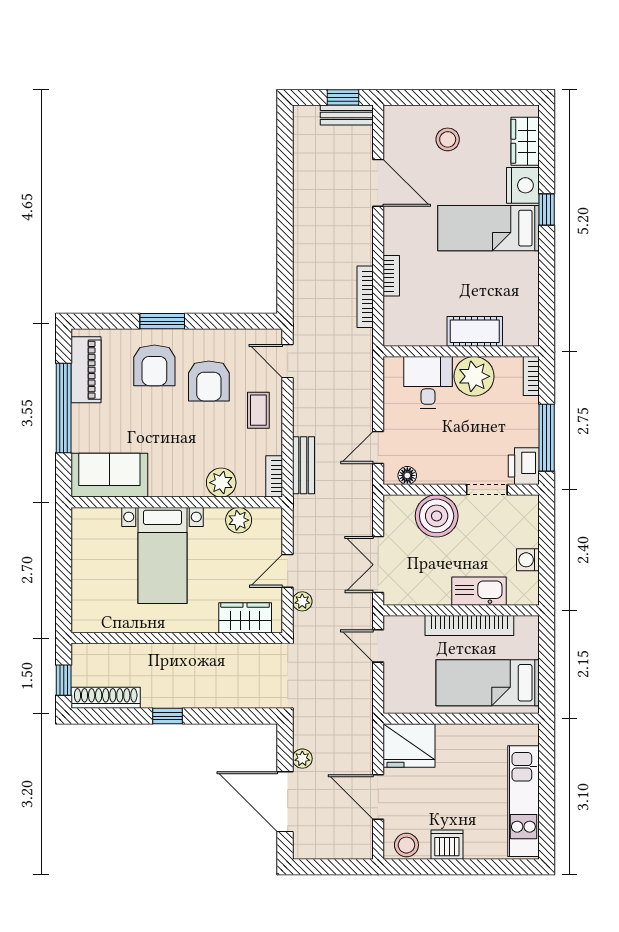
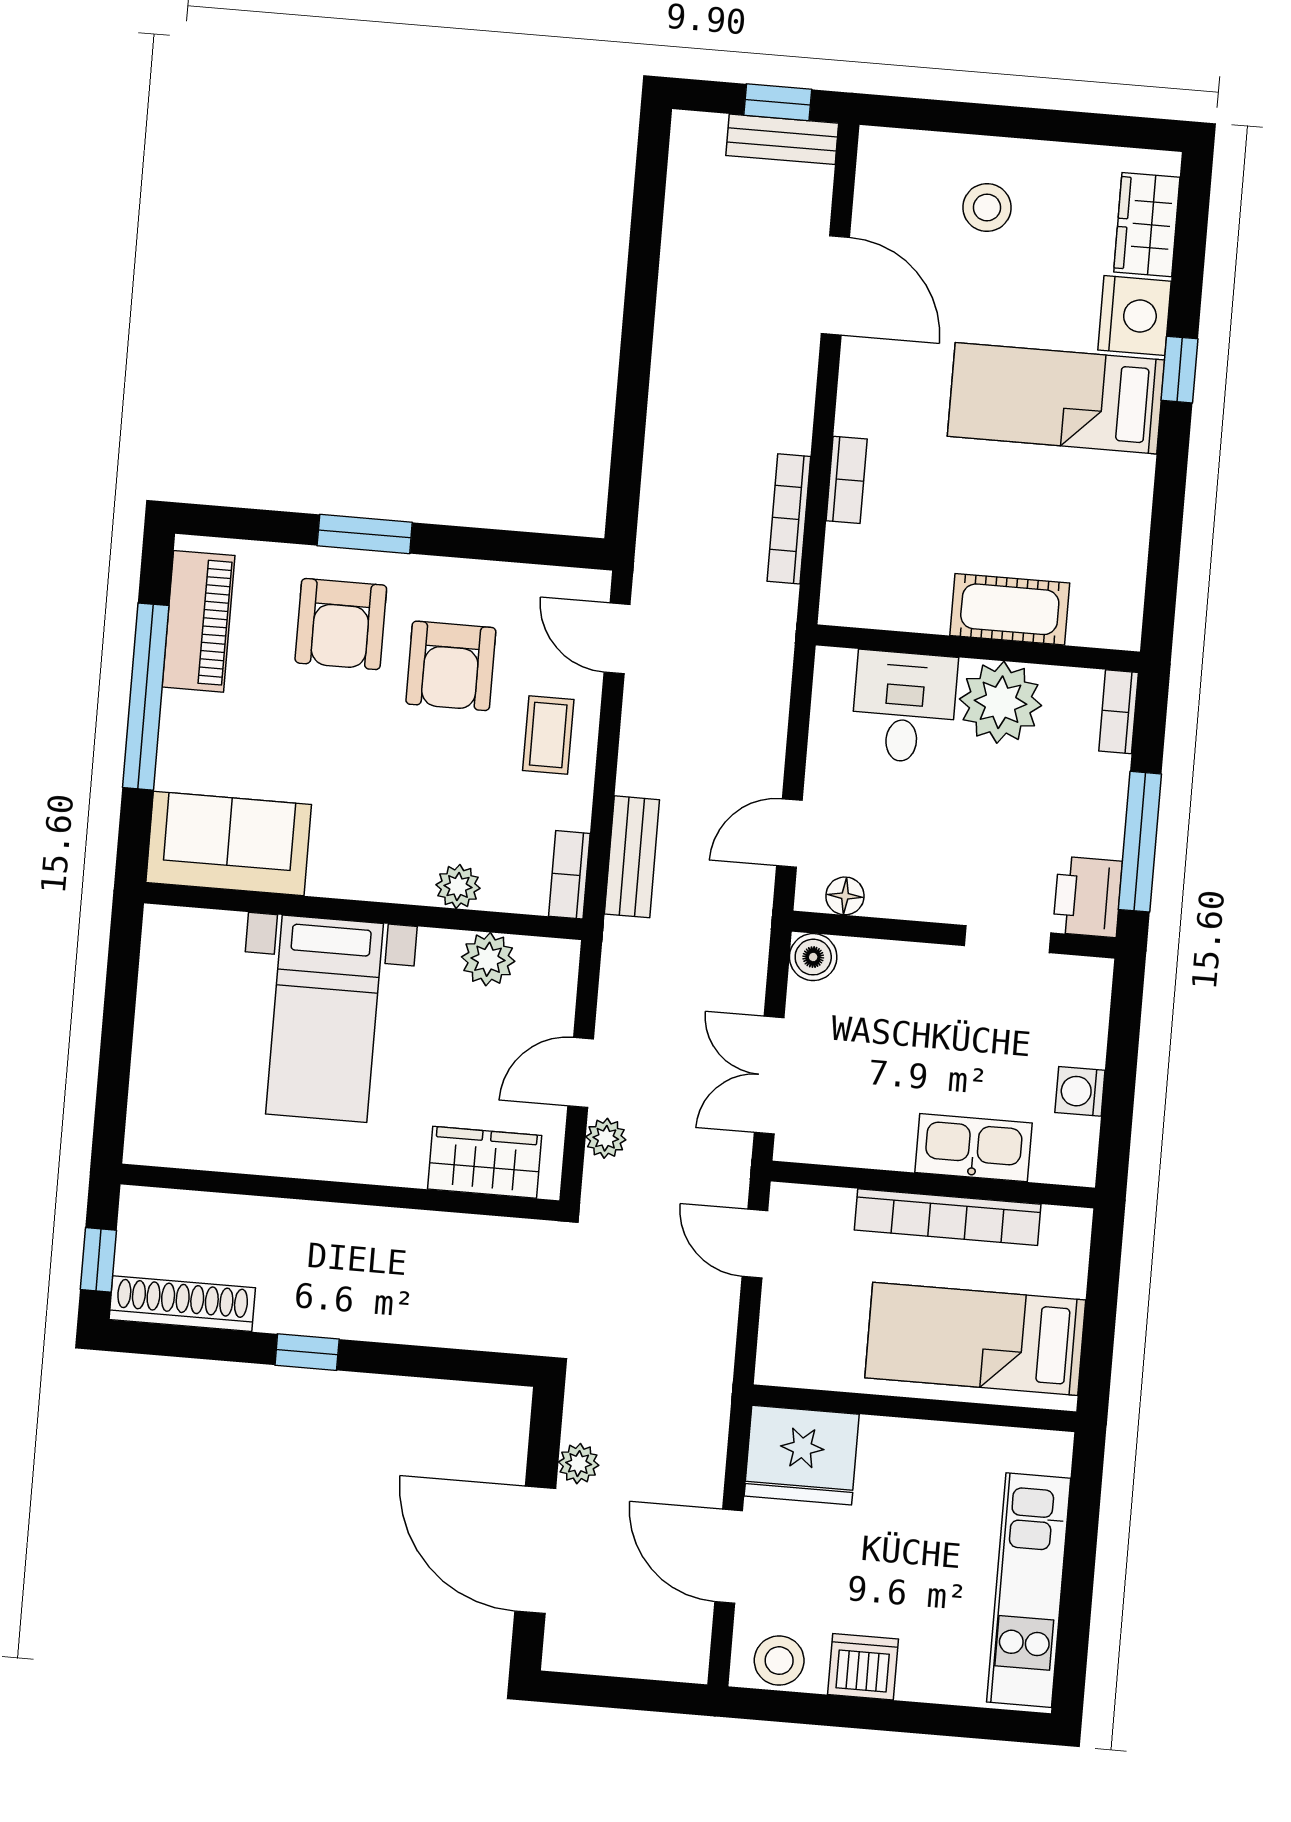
plant: (221, 483) -> (458, 887), width x0.73, depth x0.73
boiler: (437, 516) -> (813, 957), moved, width x0.54, depth x0.54

